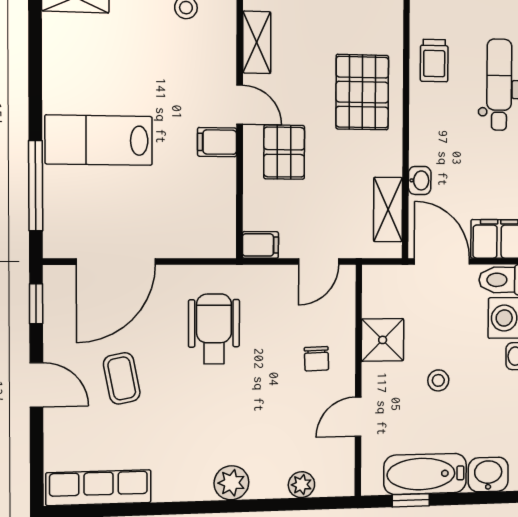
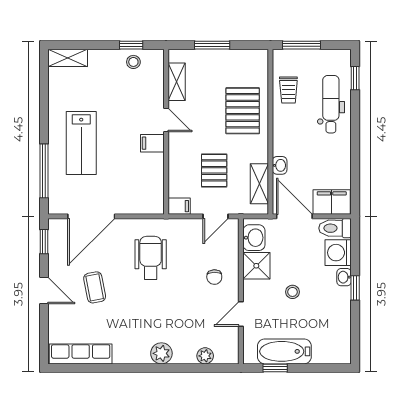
lab bench: (99, 140) -> (81, 143), turned -90
pallet: (284, 152) -> (214, 170), moved
washbasin: (488, 474) -> (254, 238), moved, turned 90

